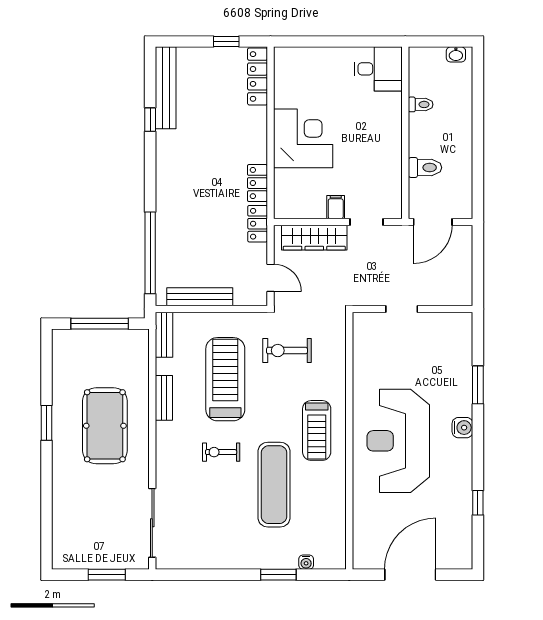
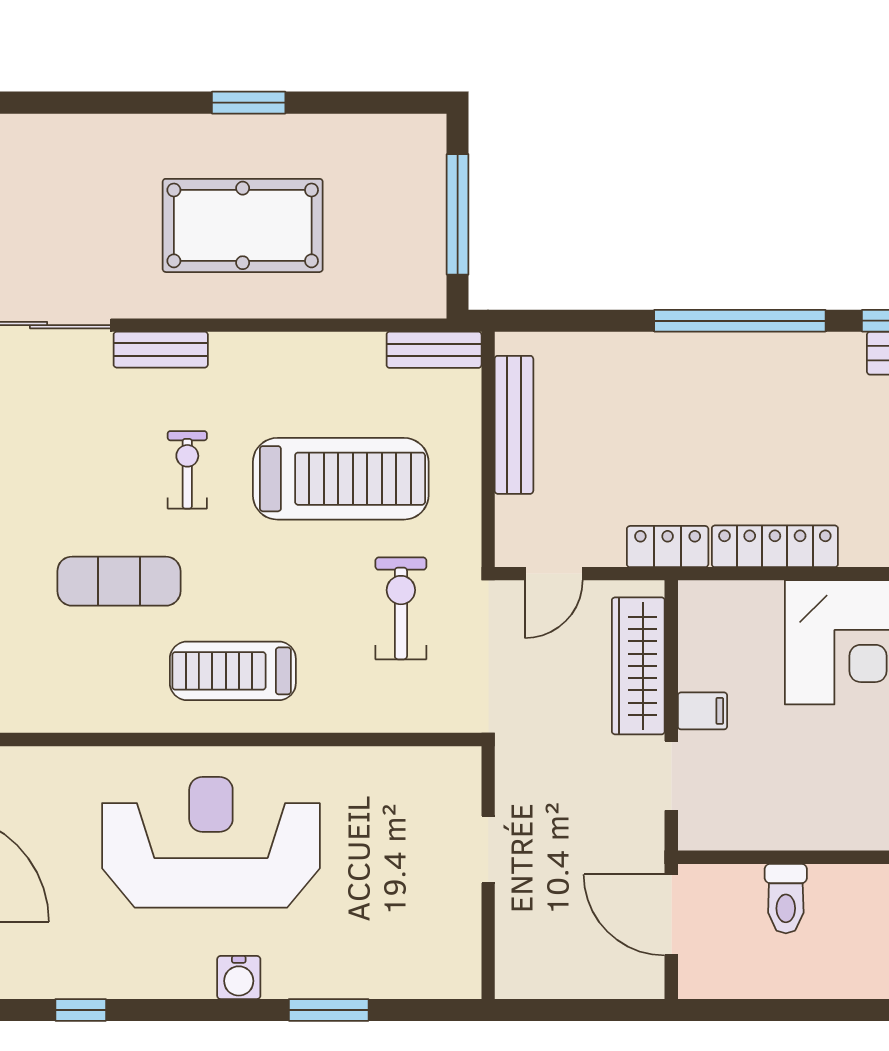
locker: (257, 183) -> (775, 546), width x1.53
window: (150, 253) -> (740, 321), moved
bench: (164, 398) -> (161, 350), moved
exercise mat: (274, 485) -> (119, 581), width x0.73, depth x0.69

